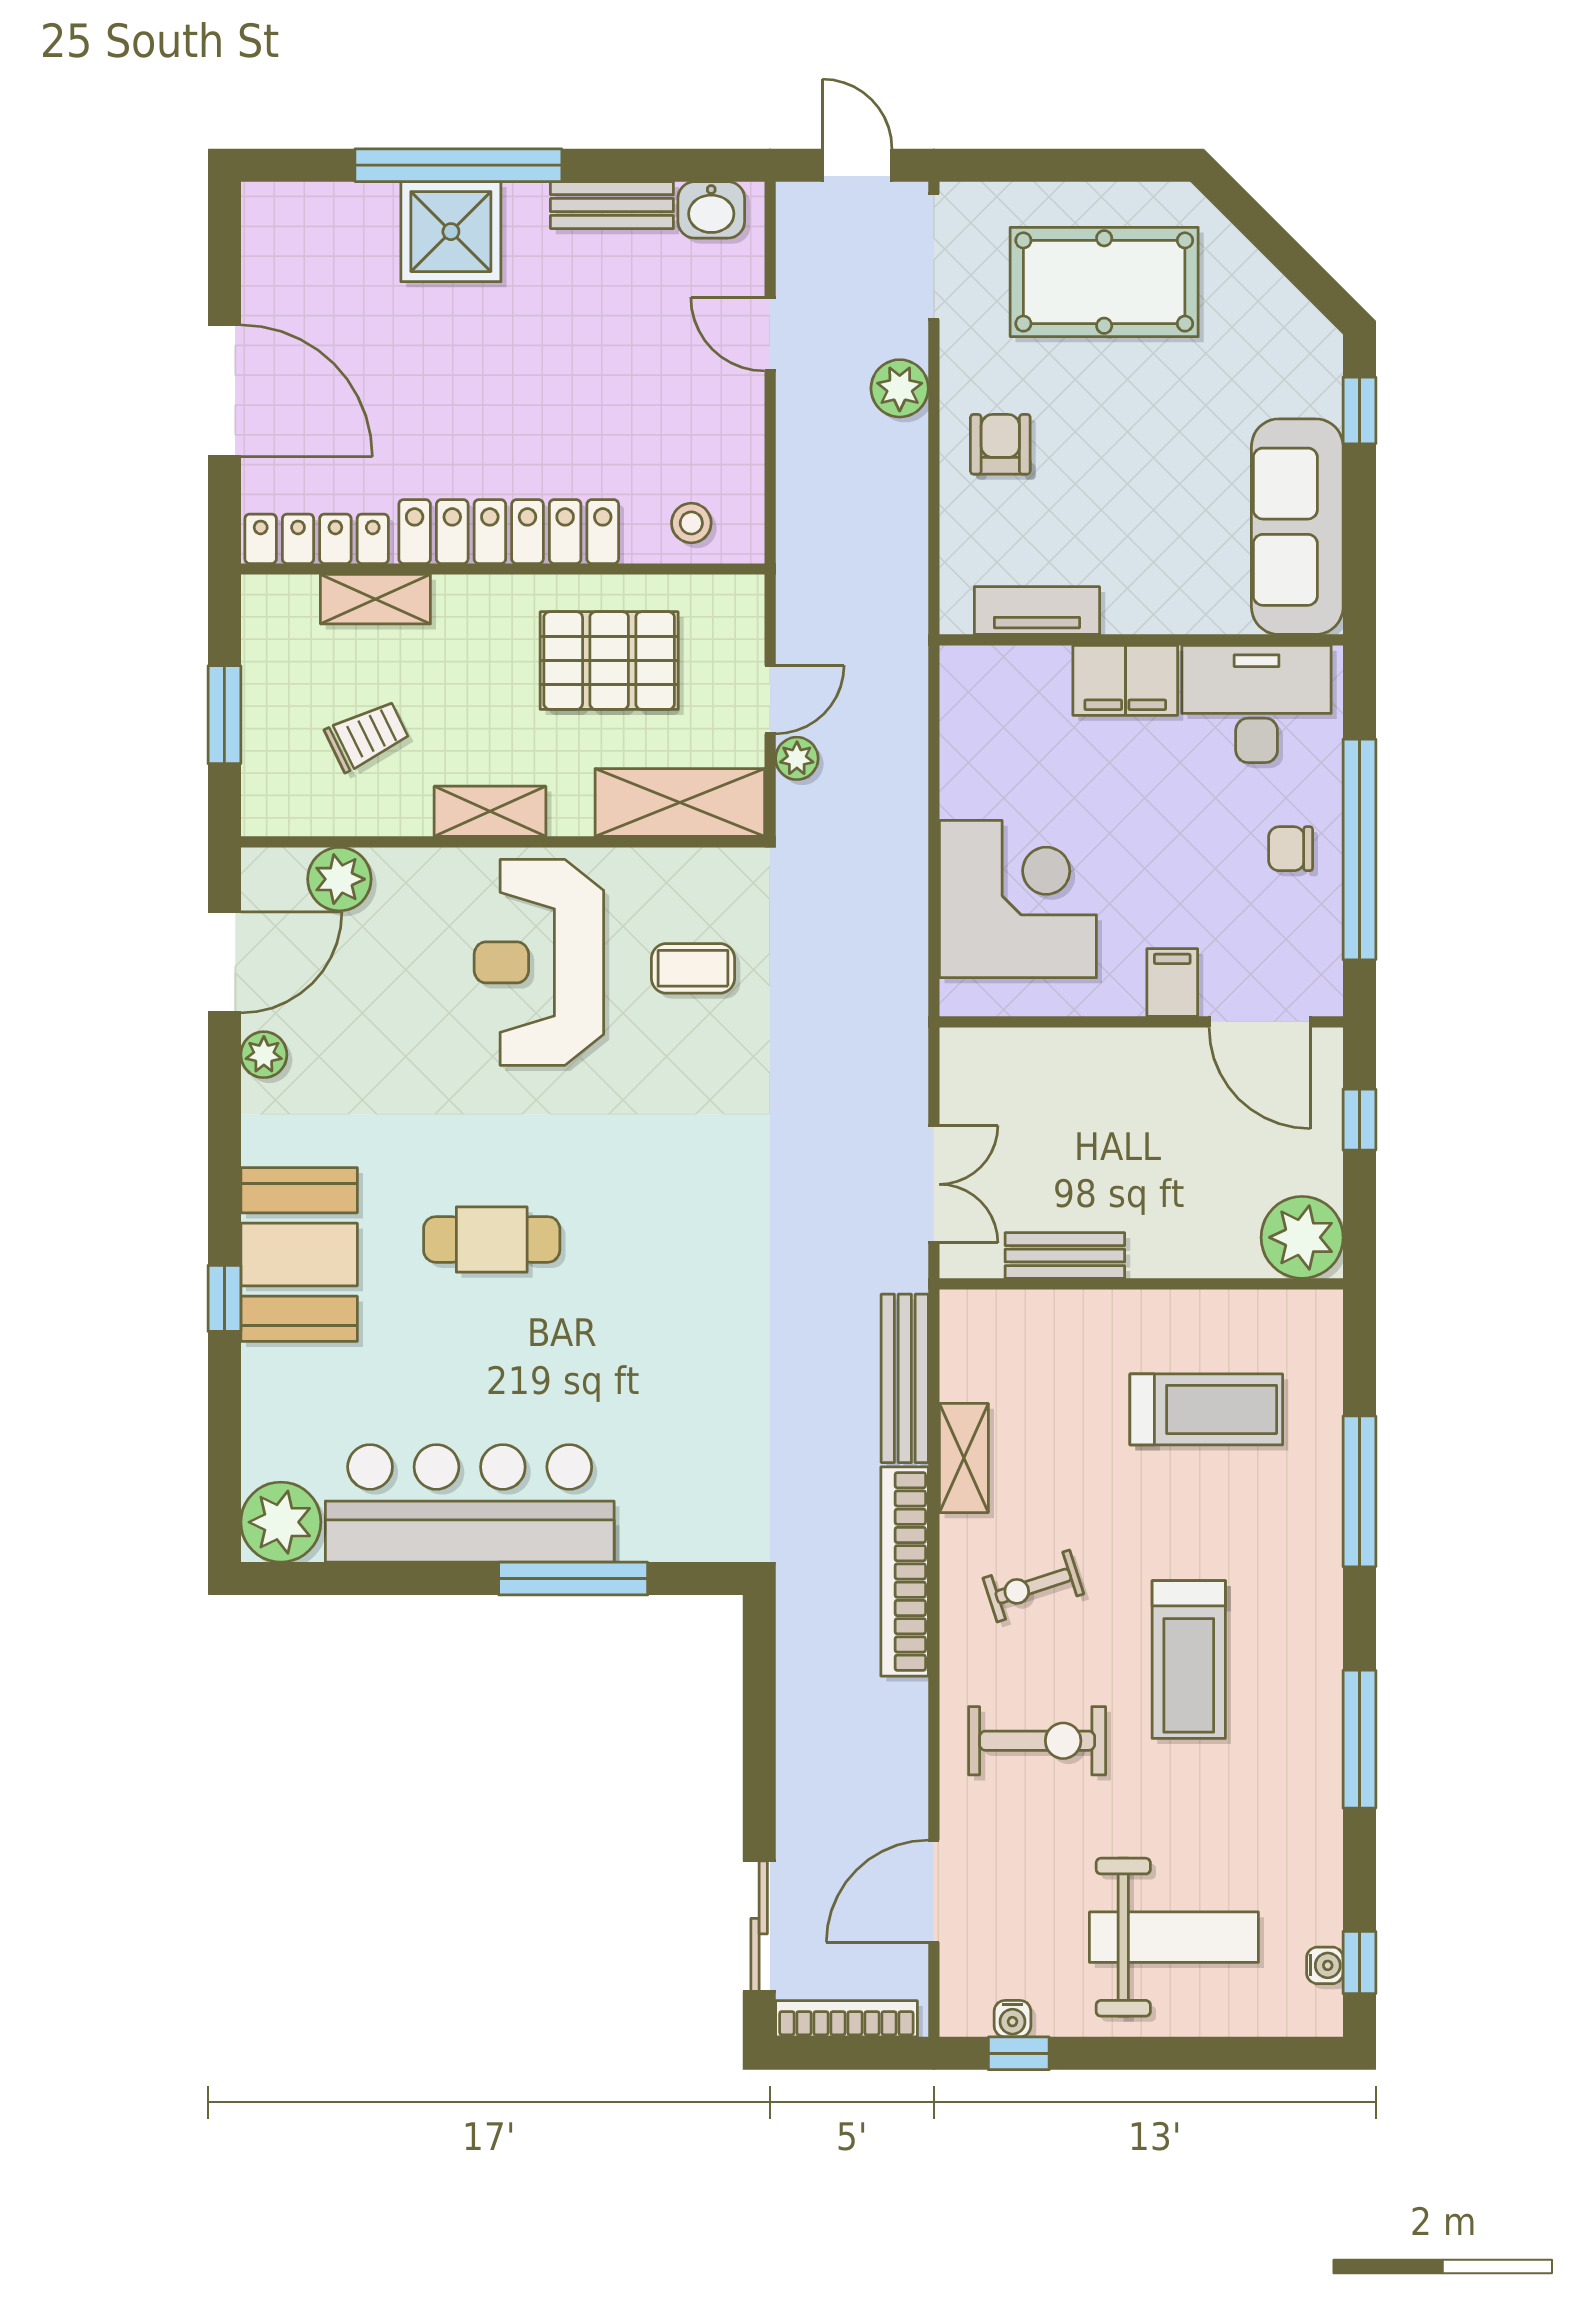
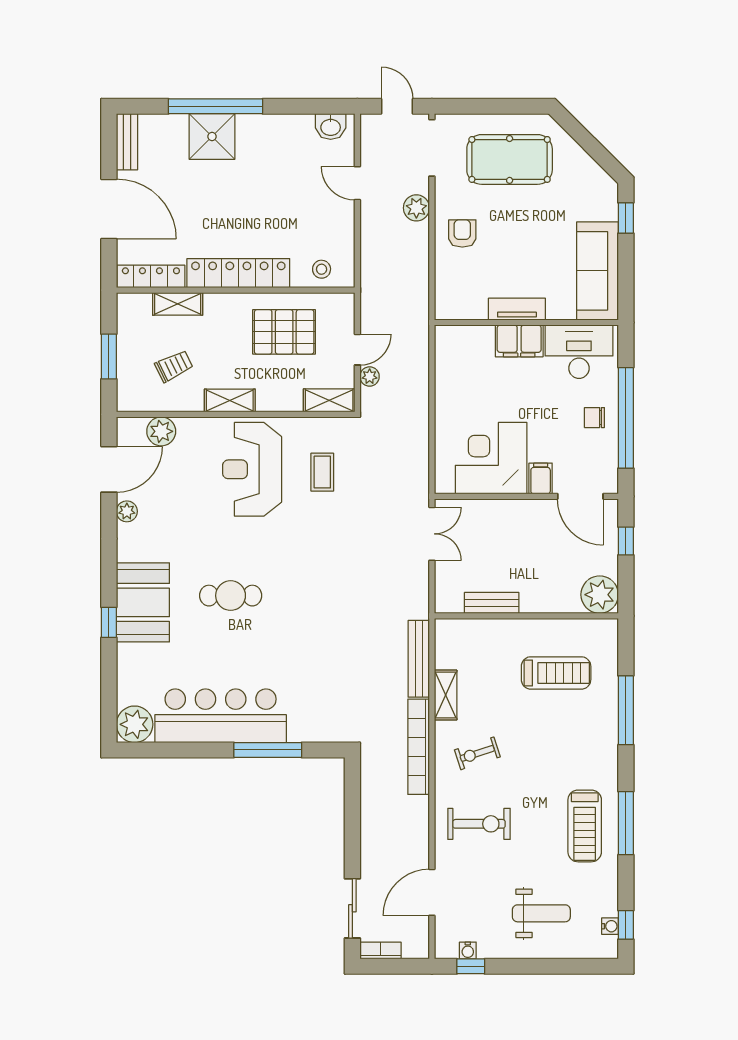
bench: (612, 205) -> (127, 142), moved, turned 90
tv unit: (1037, 611) -> (517, 309), moved
shelving: (680, 802) -> (329, 400), width x0.67, depth x0.75
corner desk: (1018, 899) -> (491, 458), moved, turned -90
coffee table: (693, 968) -> (322, 472), turned 90
double door: (934, 1184) -> (432, 534), moved
treadmill: (1189, 1660) -> (585, 826), moved
weight bench: (1174, 1937) -> (541, 913), width x0.73, depth x0.75
bookcase: (846, 2019) -> (381, 951), width x0.64

